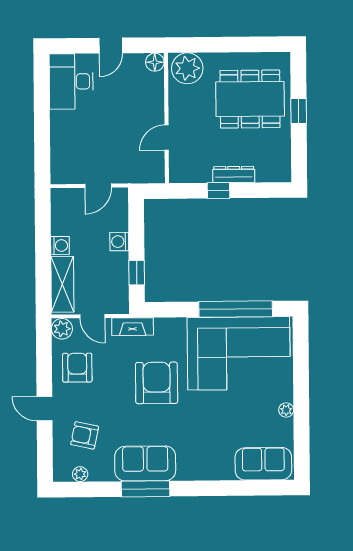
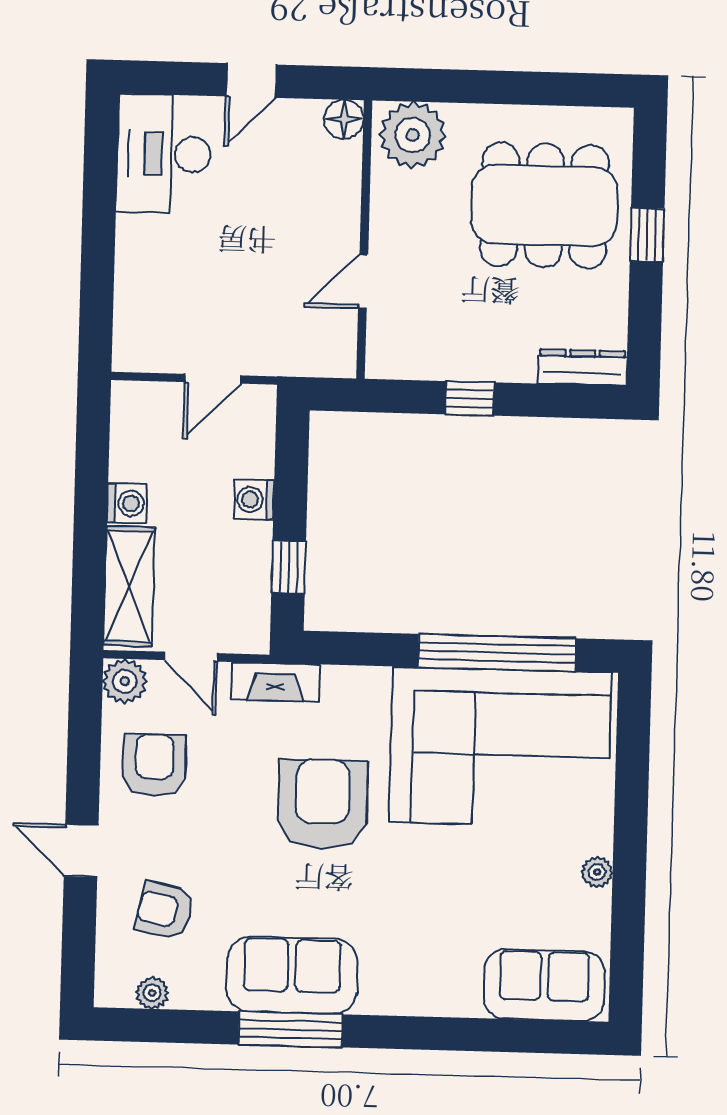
dresser: (234, 174) -> (582, 367), moved

